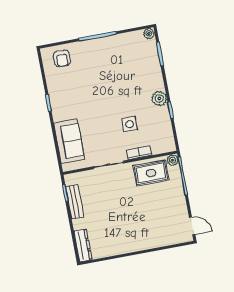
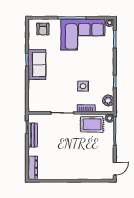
corner sofa: (116, 56) -> (83, 34), added
plant: (159, 98) -> (108, 100), moved
sofa: (69, 141) -> (37, 65), moved
door: (192, 226) -> (115, 169), hinge flipped

